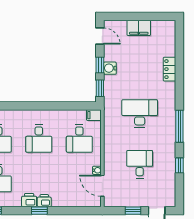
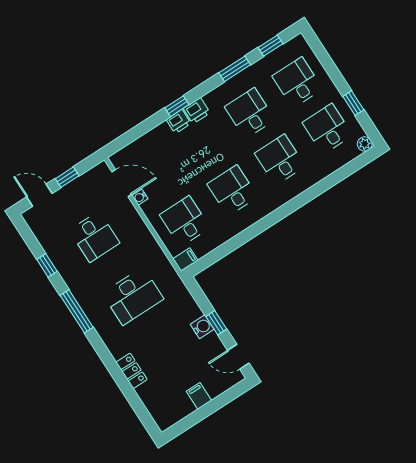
filing cabinet: (139, 28) -> (199, 396), width x0.50
window: (100, 88) -> (199, 296), removed

